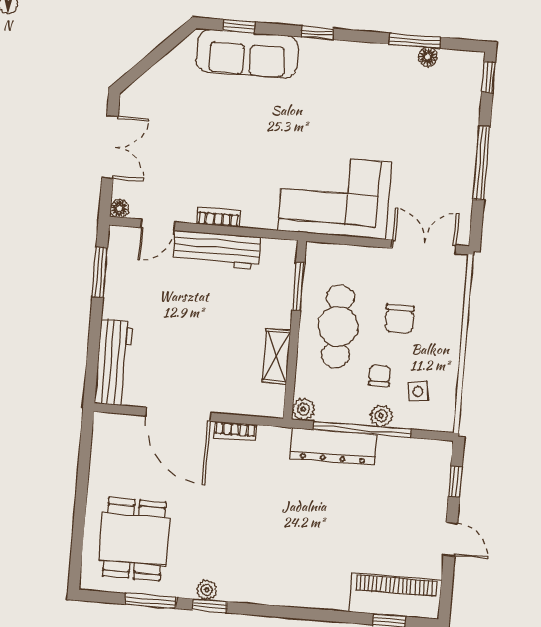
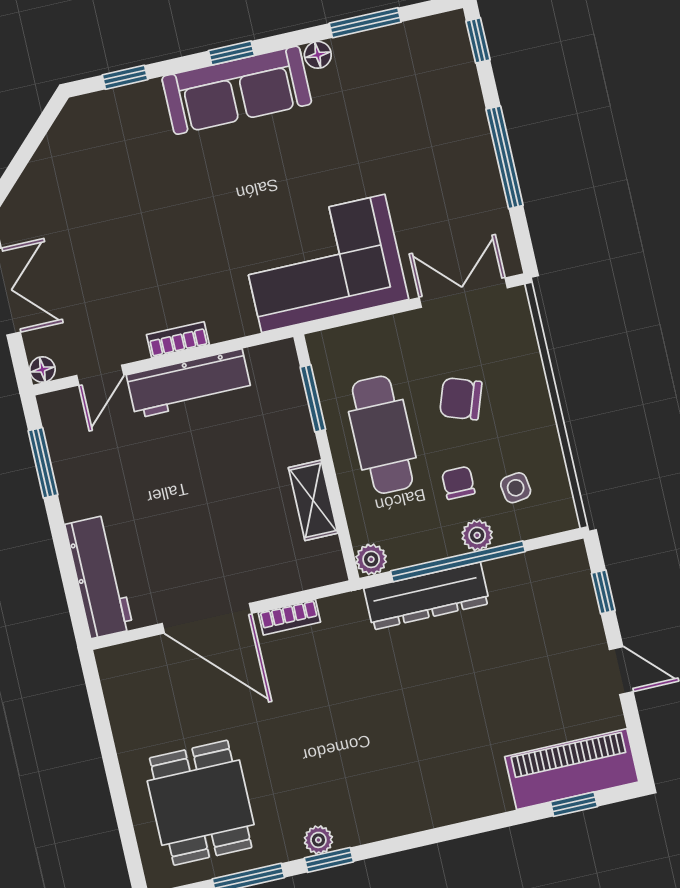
sofa: (247, 54) -> (237, 90), moved
floor lamp: (428, 57) -> (318, 55), moved
chair: (399, 319) -> (461, 399), turned 109

